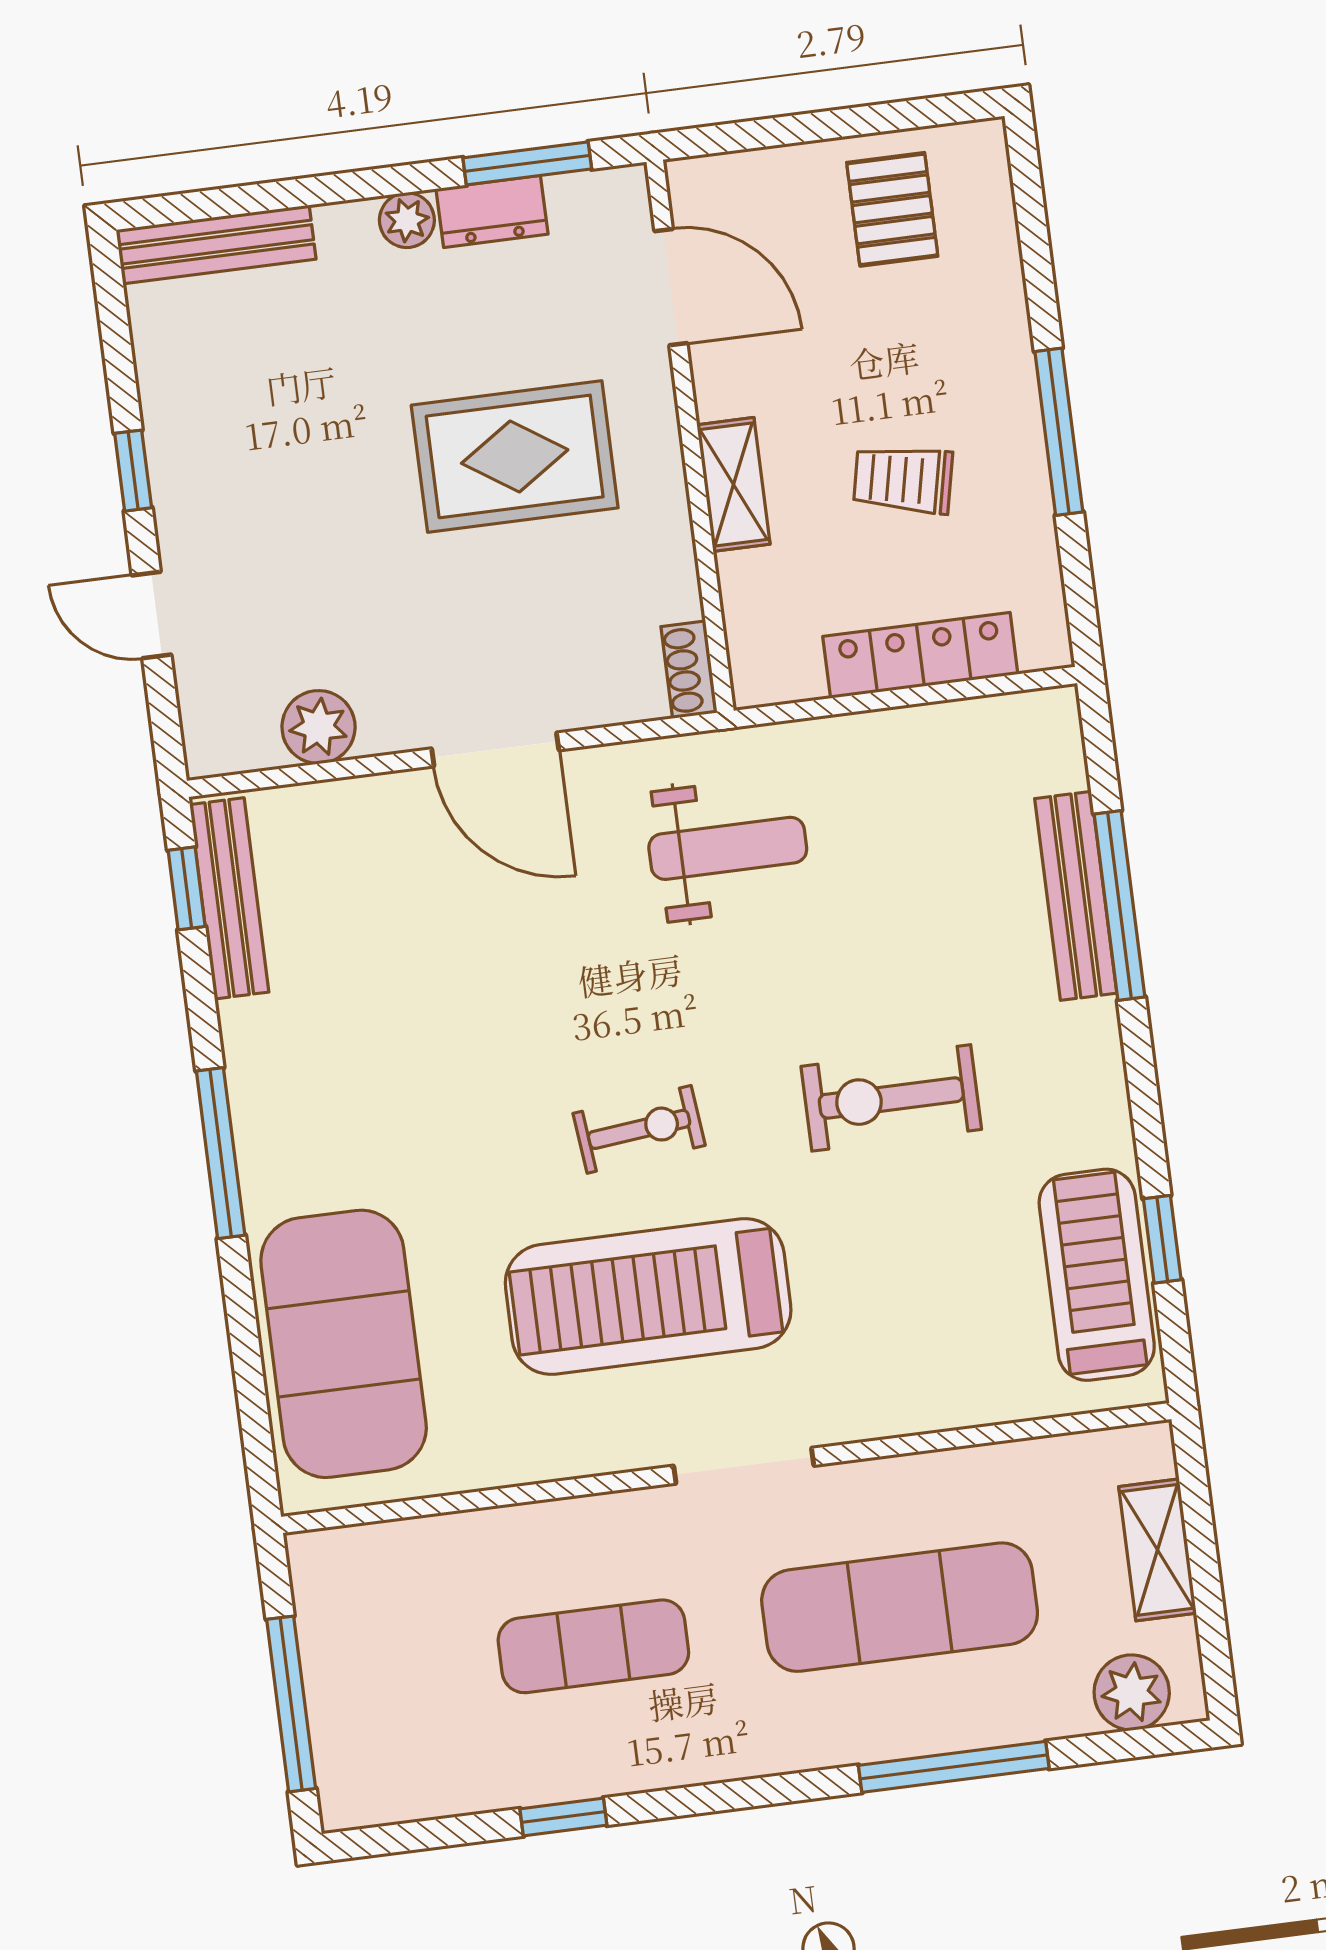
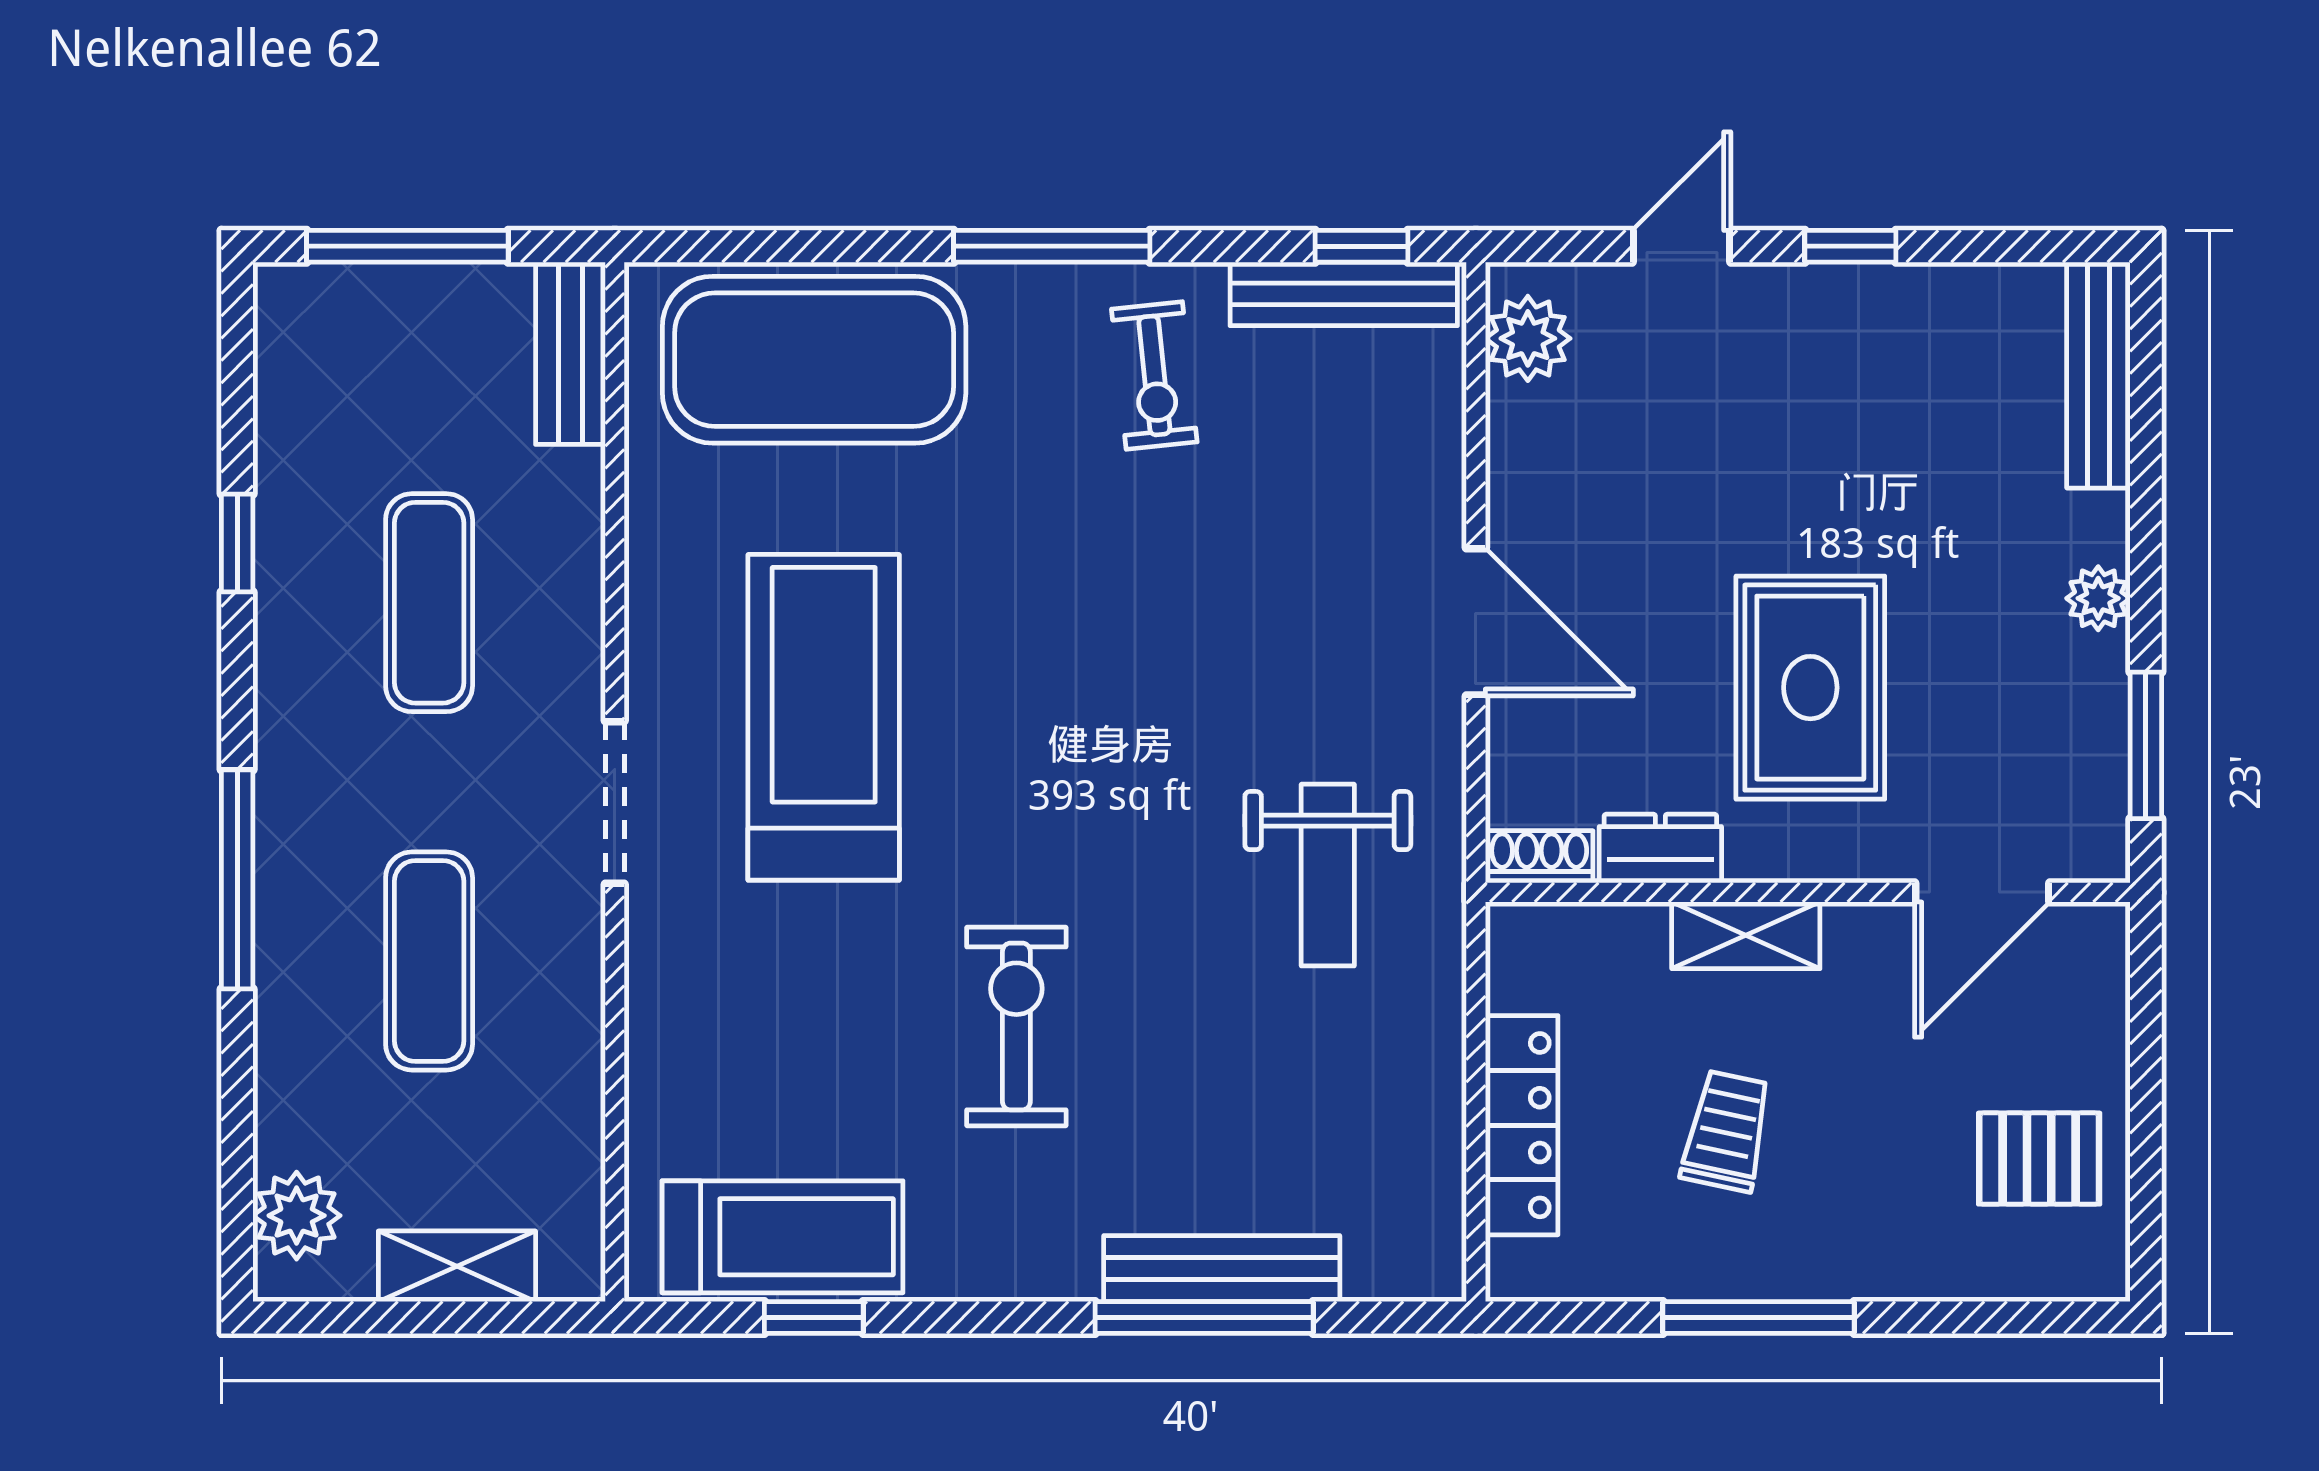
dresser: (492, 211) -> (1660, 849), moved, turned 90
plant: (319, 727) -> (1528, 338), moved
door: (495, 749) -> (1476, 622), swing flipped
exercise bike: (639, 1129) -> (1154, 375), moved
bench: (365, 1553) -> (570, 353), added
exercise mat: (900, 1607) -> (429, 961), width x0.73, depth x0.69
window: (954, 1767) -> (237, 879), moved

